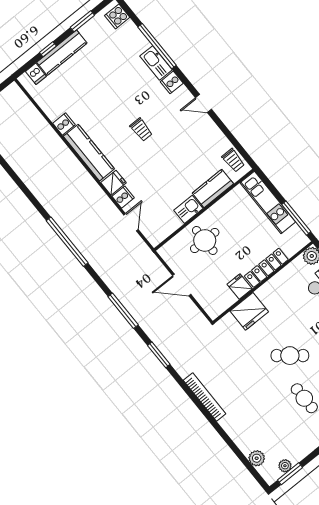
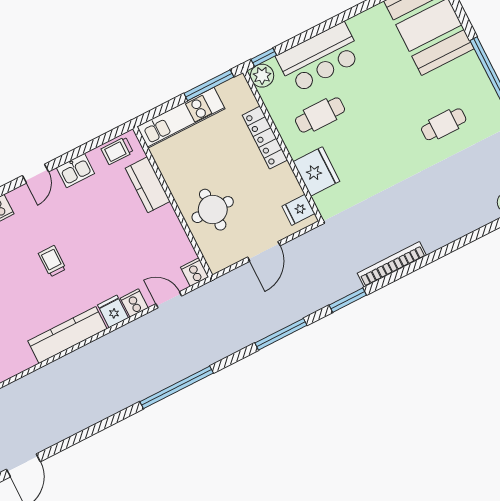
cooker: (64, 124) -> (195, 272), moved
trolley: (141, 130) -> (52, 261), turned -90
trolley: (233, 160) -> (117, 151), turned 180
kitchen sink: (188, 209) -> (75, 171), moved, turned -90
fridge: (240, 286) -> (298, 210), moved
cafe table: (290, 356) -> (320, 115), moved, turned 51
bookcase: (205, 397) -> (392, 264), moved

